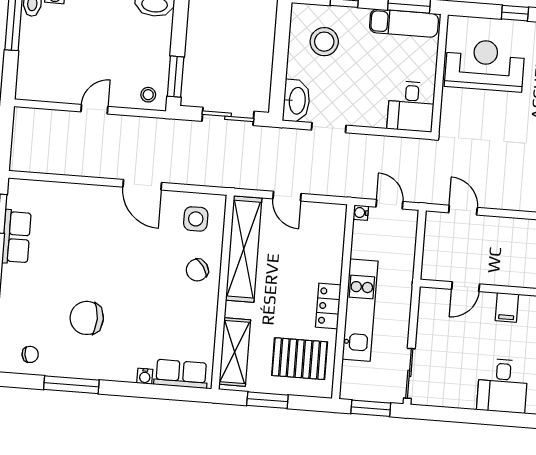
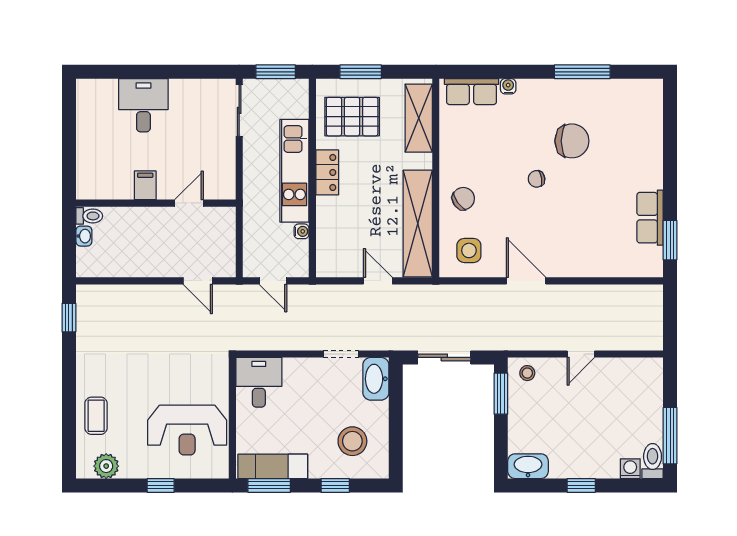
water cooler: (361, 213) -> (302, 231), moved
chair: (30, 354) -> (537, 179), moved
window: (267, 400) -> (361, 72), moved

